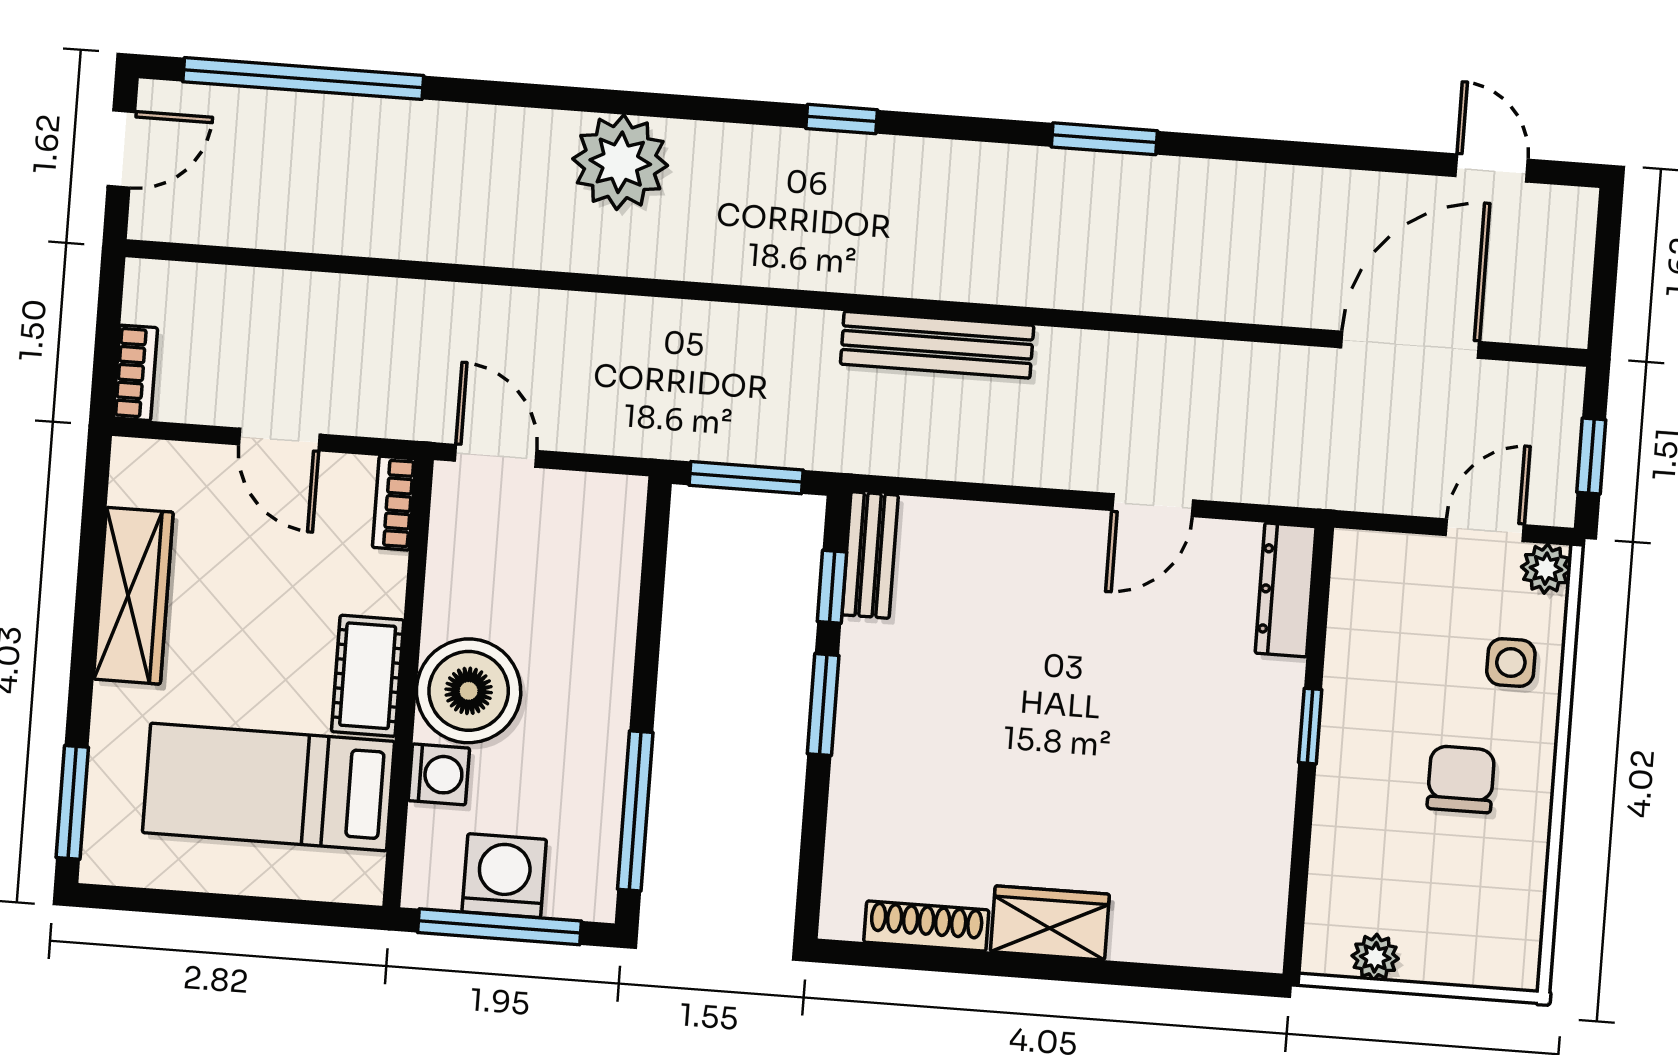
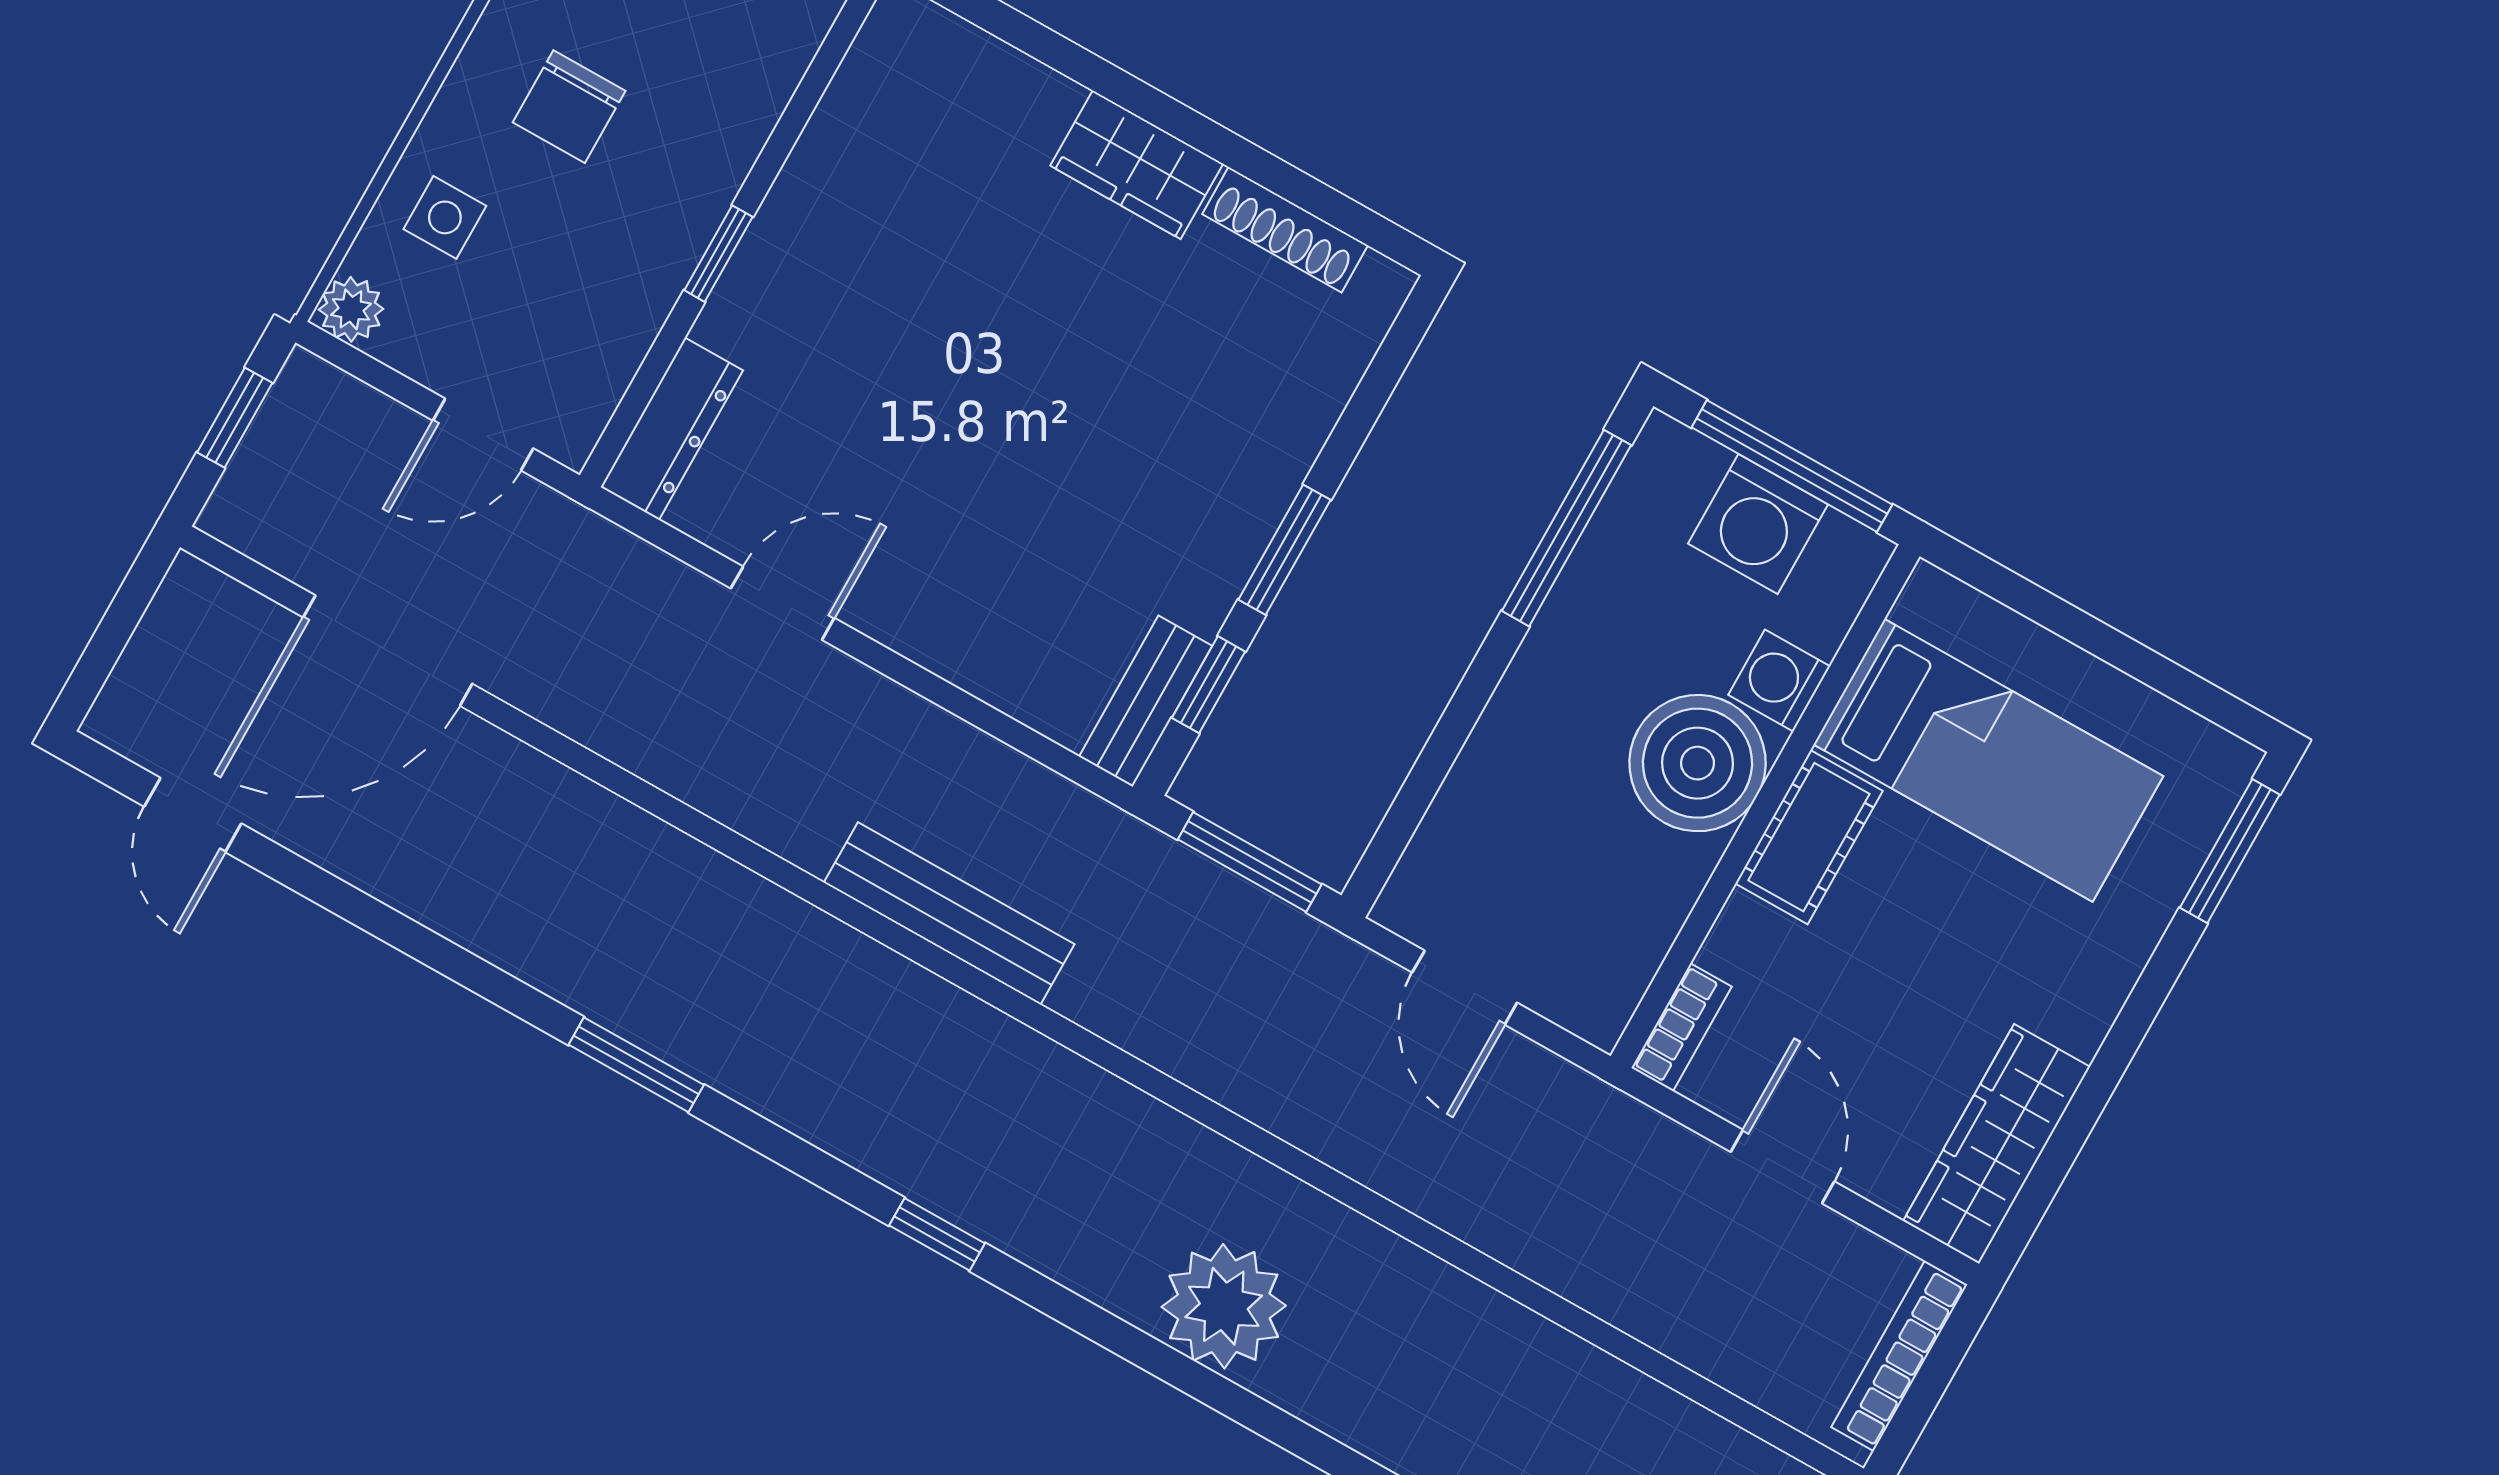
bookcase: (135, 373) -> (1899, 1356), width x1.56
door: (496, 456) -> (1465, 988), moved
door: (1485, 530) -> (483, 434), moved
wardrobe: (133, 596) -> (1997, 1144), moved

